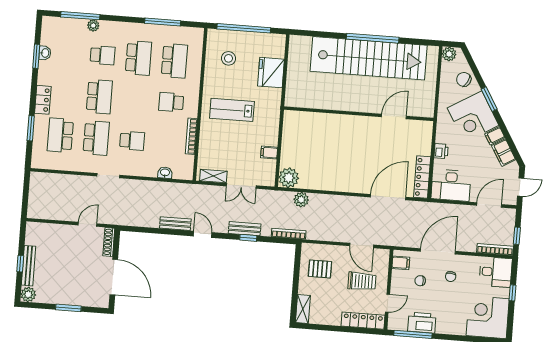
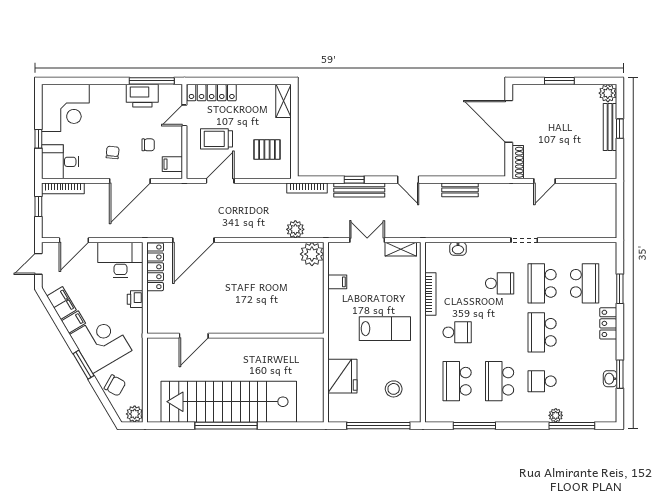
school desk: (132, 141) -> (500, 283), turned 180
bench: (175, 224) -> (460, 190), moved
bench: (245, 229) -> (359, 190), width x1.36
door: (362, 245) -> (220, 181), hinge flipped

